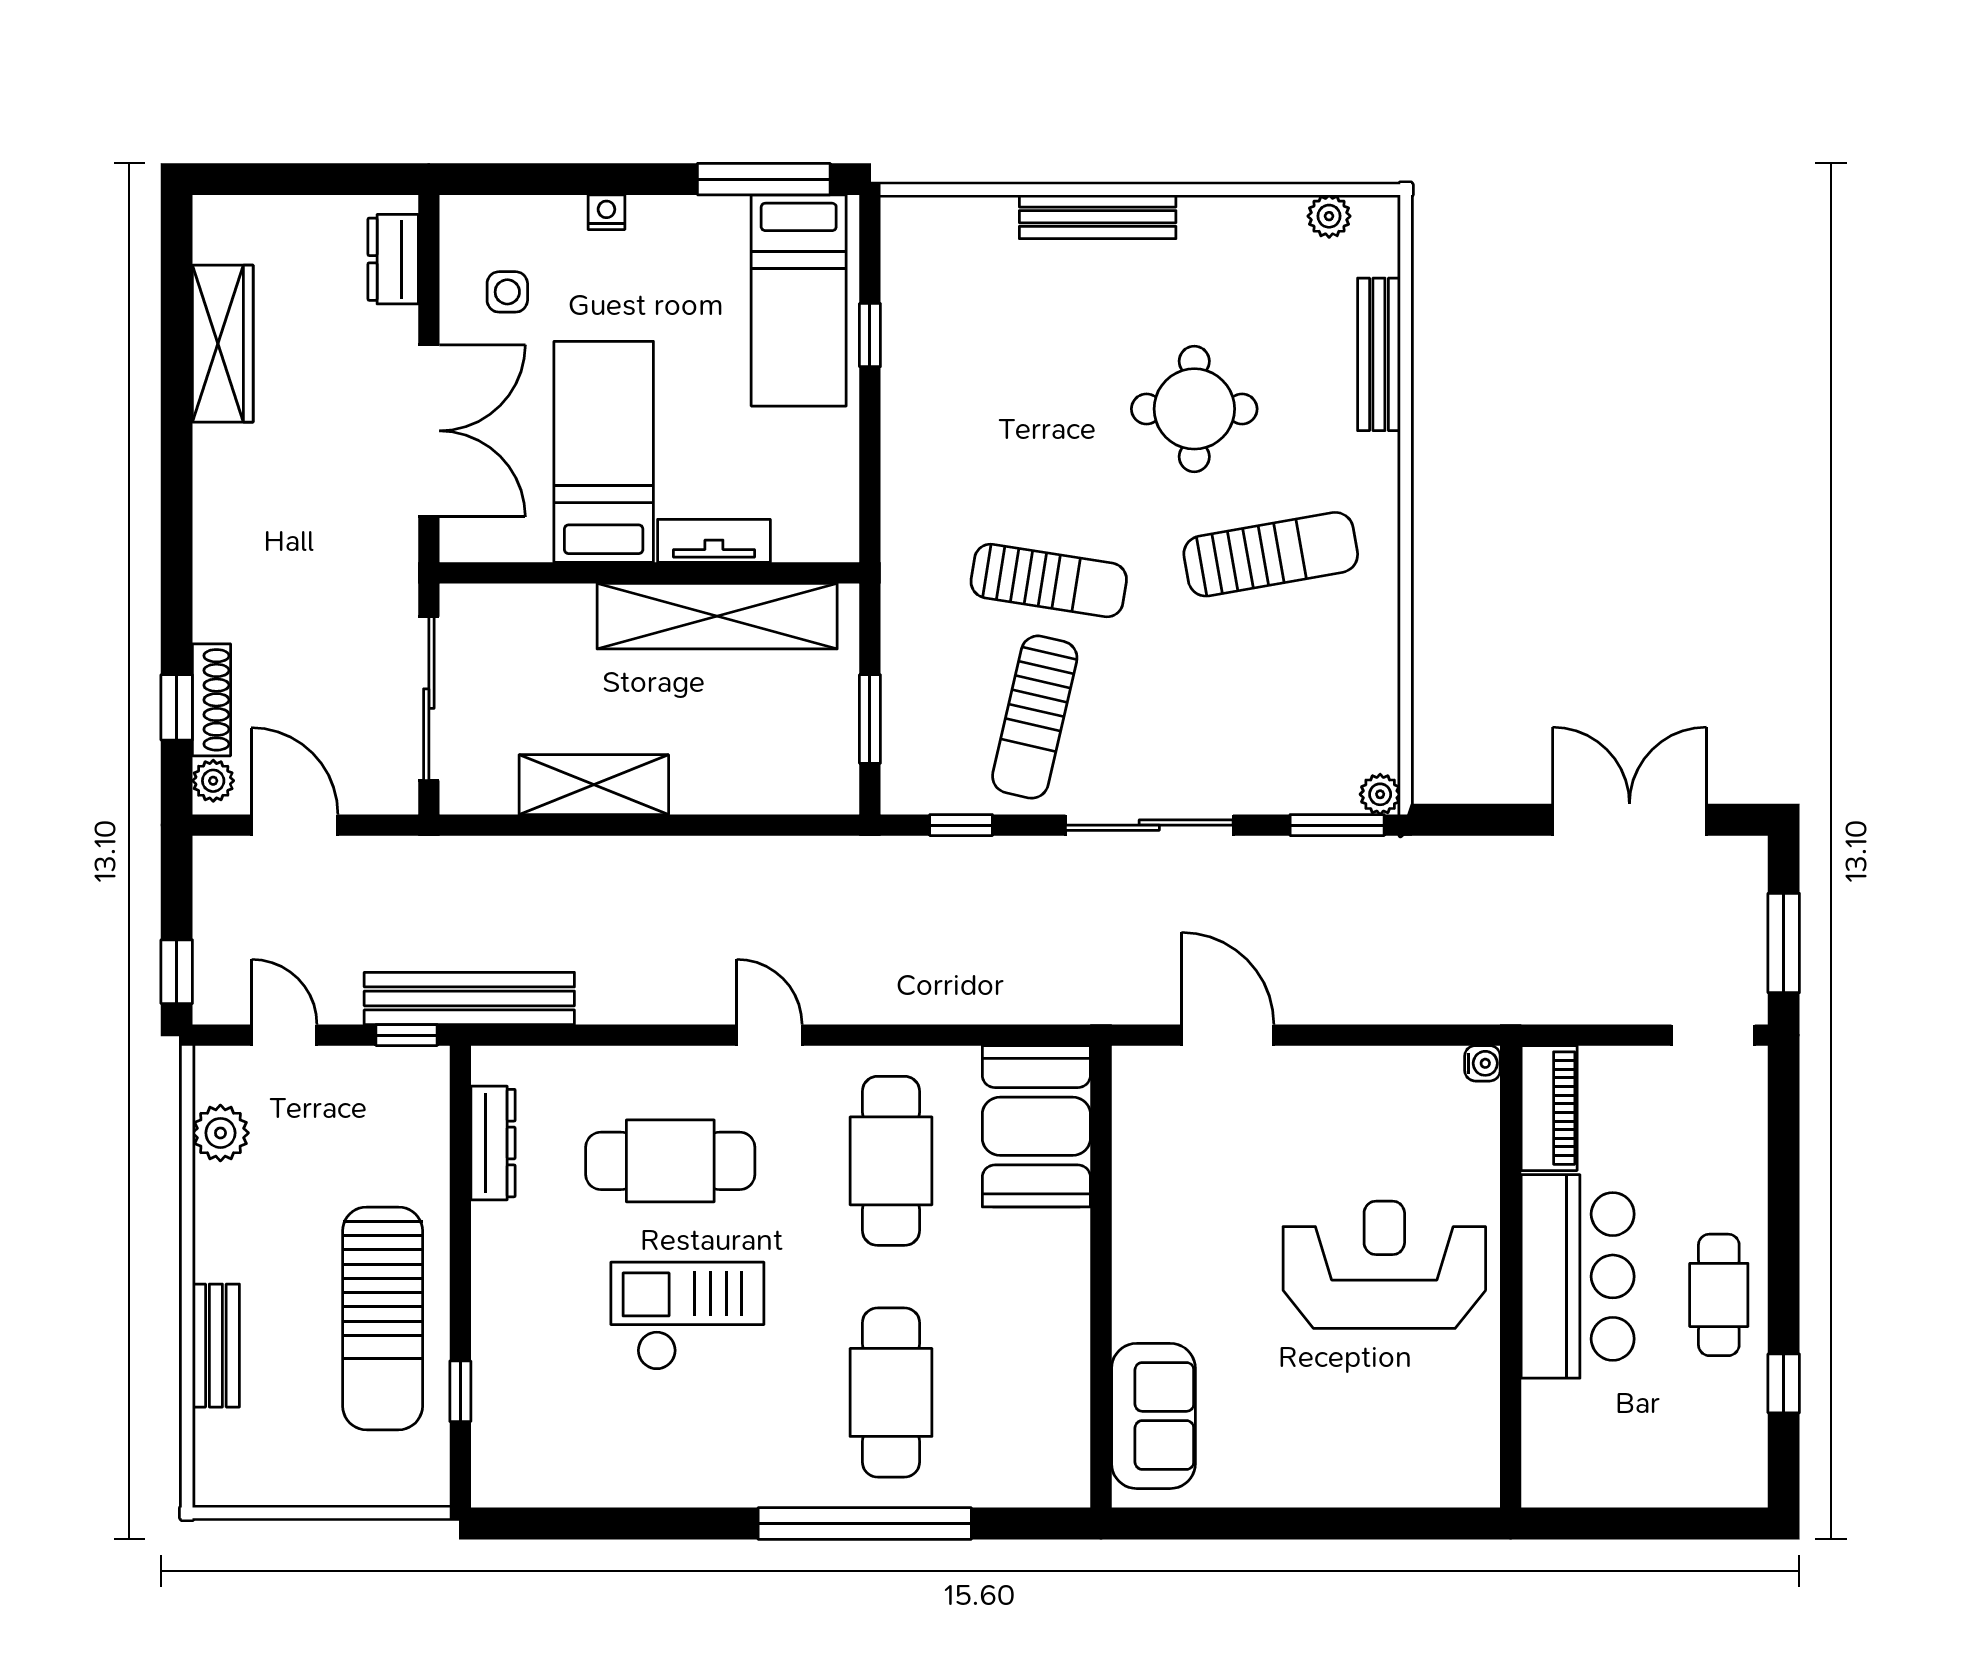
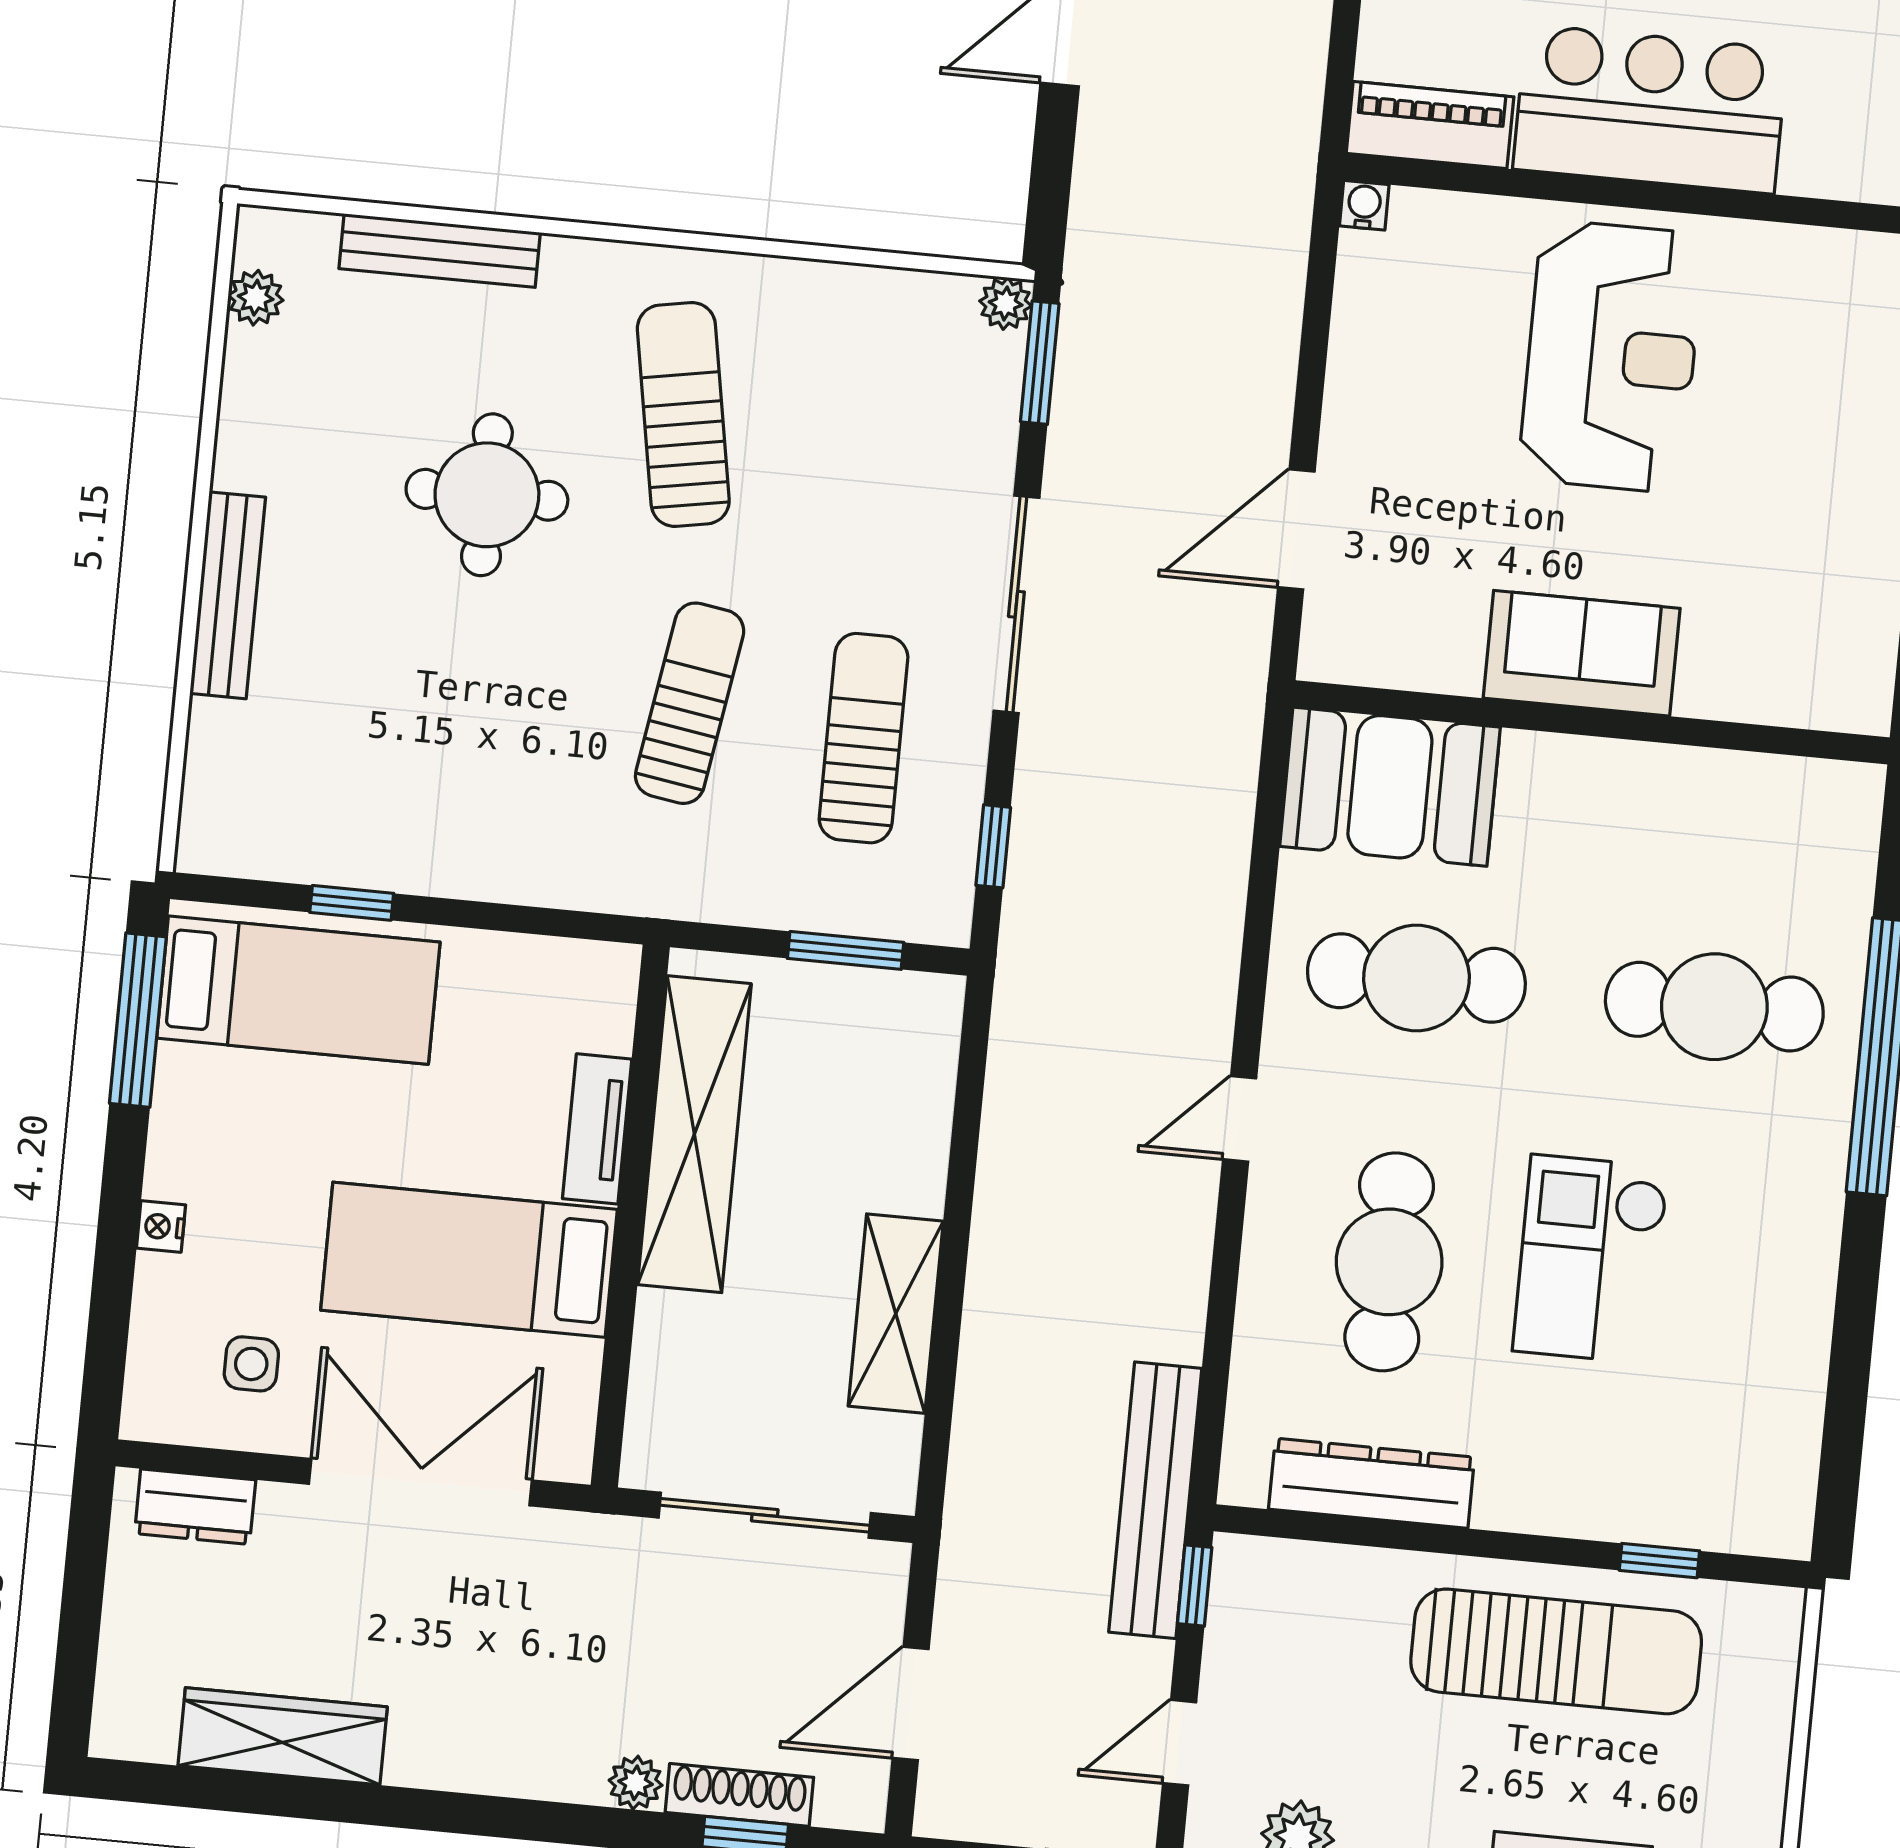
sun lounger: (1035, 717) -> (863, 738), turned -103
plant: (213, 781) -> (636, 1783), moved
dresser: (493, 1143) -> (1372, 1483), width x1.37, depth x1.24
reception desk: (1384, 1265) -> (1611, 356), turned 180
sofa: (1153, 1416) -> (1582, 653), moved

